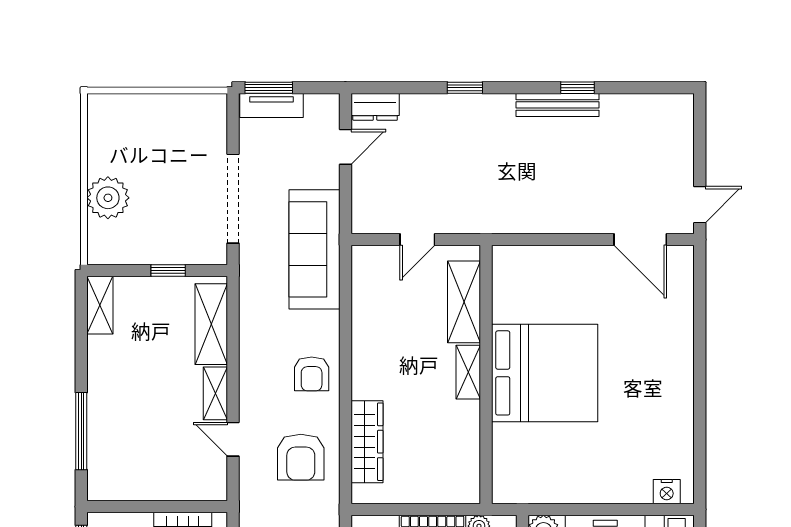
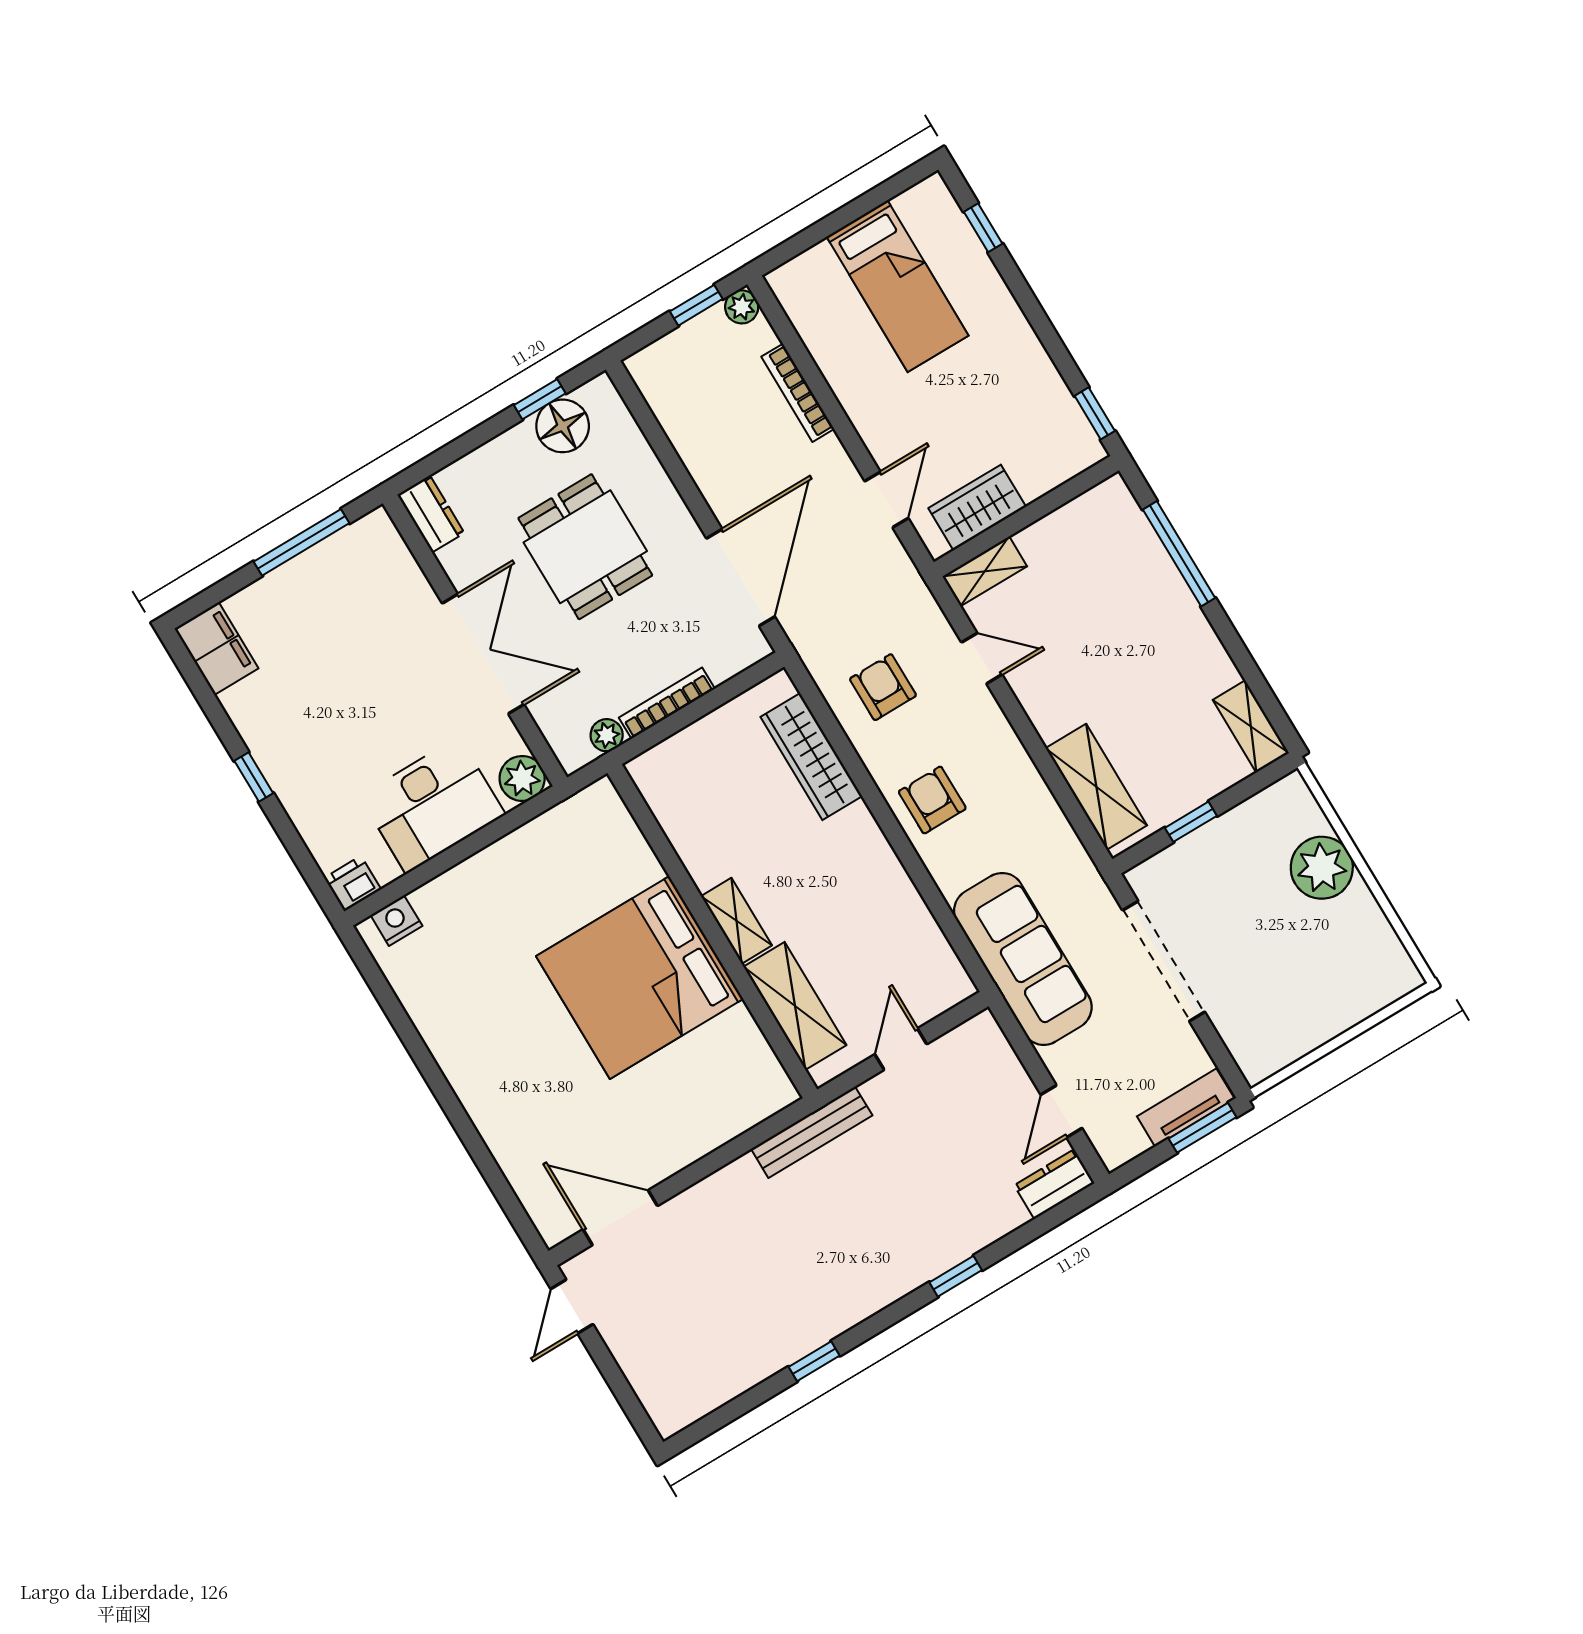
bench: (558, 105) -> (812, 1132), moved
shelving: (215, 393) -> (985, 571), moved, turned 90
armchair: (301, 457) -> (883, 687), width x0.72, depth x0.72

